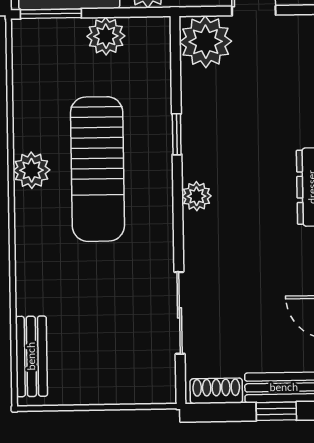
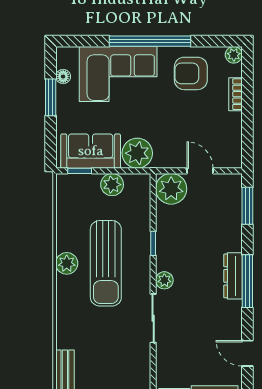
window: (51, 14) -> (80, 171), width x0.67
sliding door: (180, 313) -> (153, 318), moved

